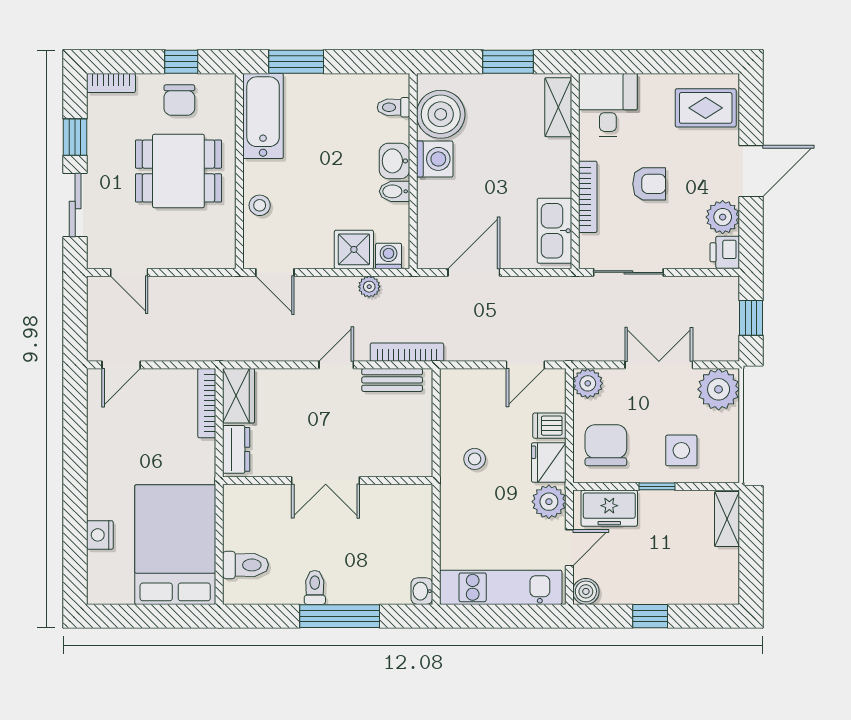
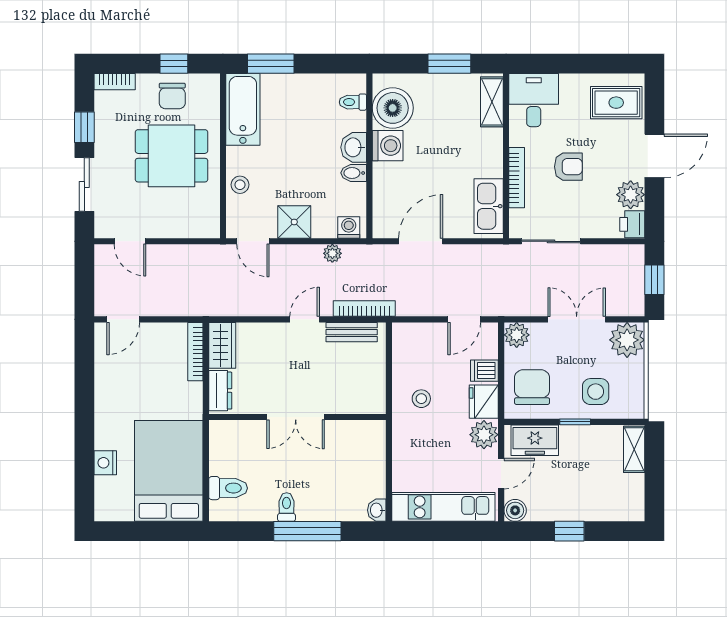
shower: (354, 249) -> (294, 222), moved

